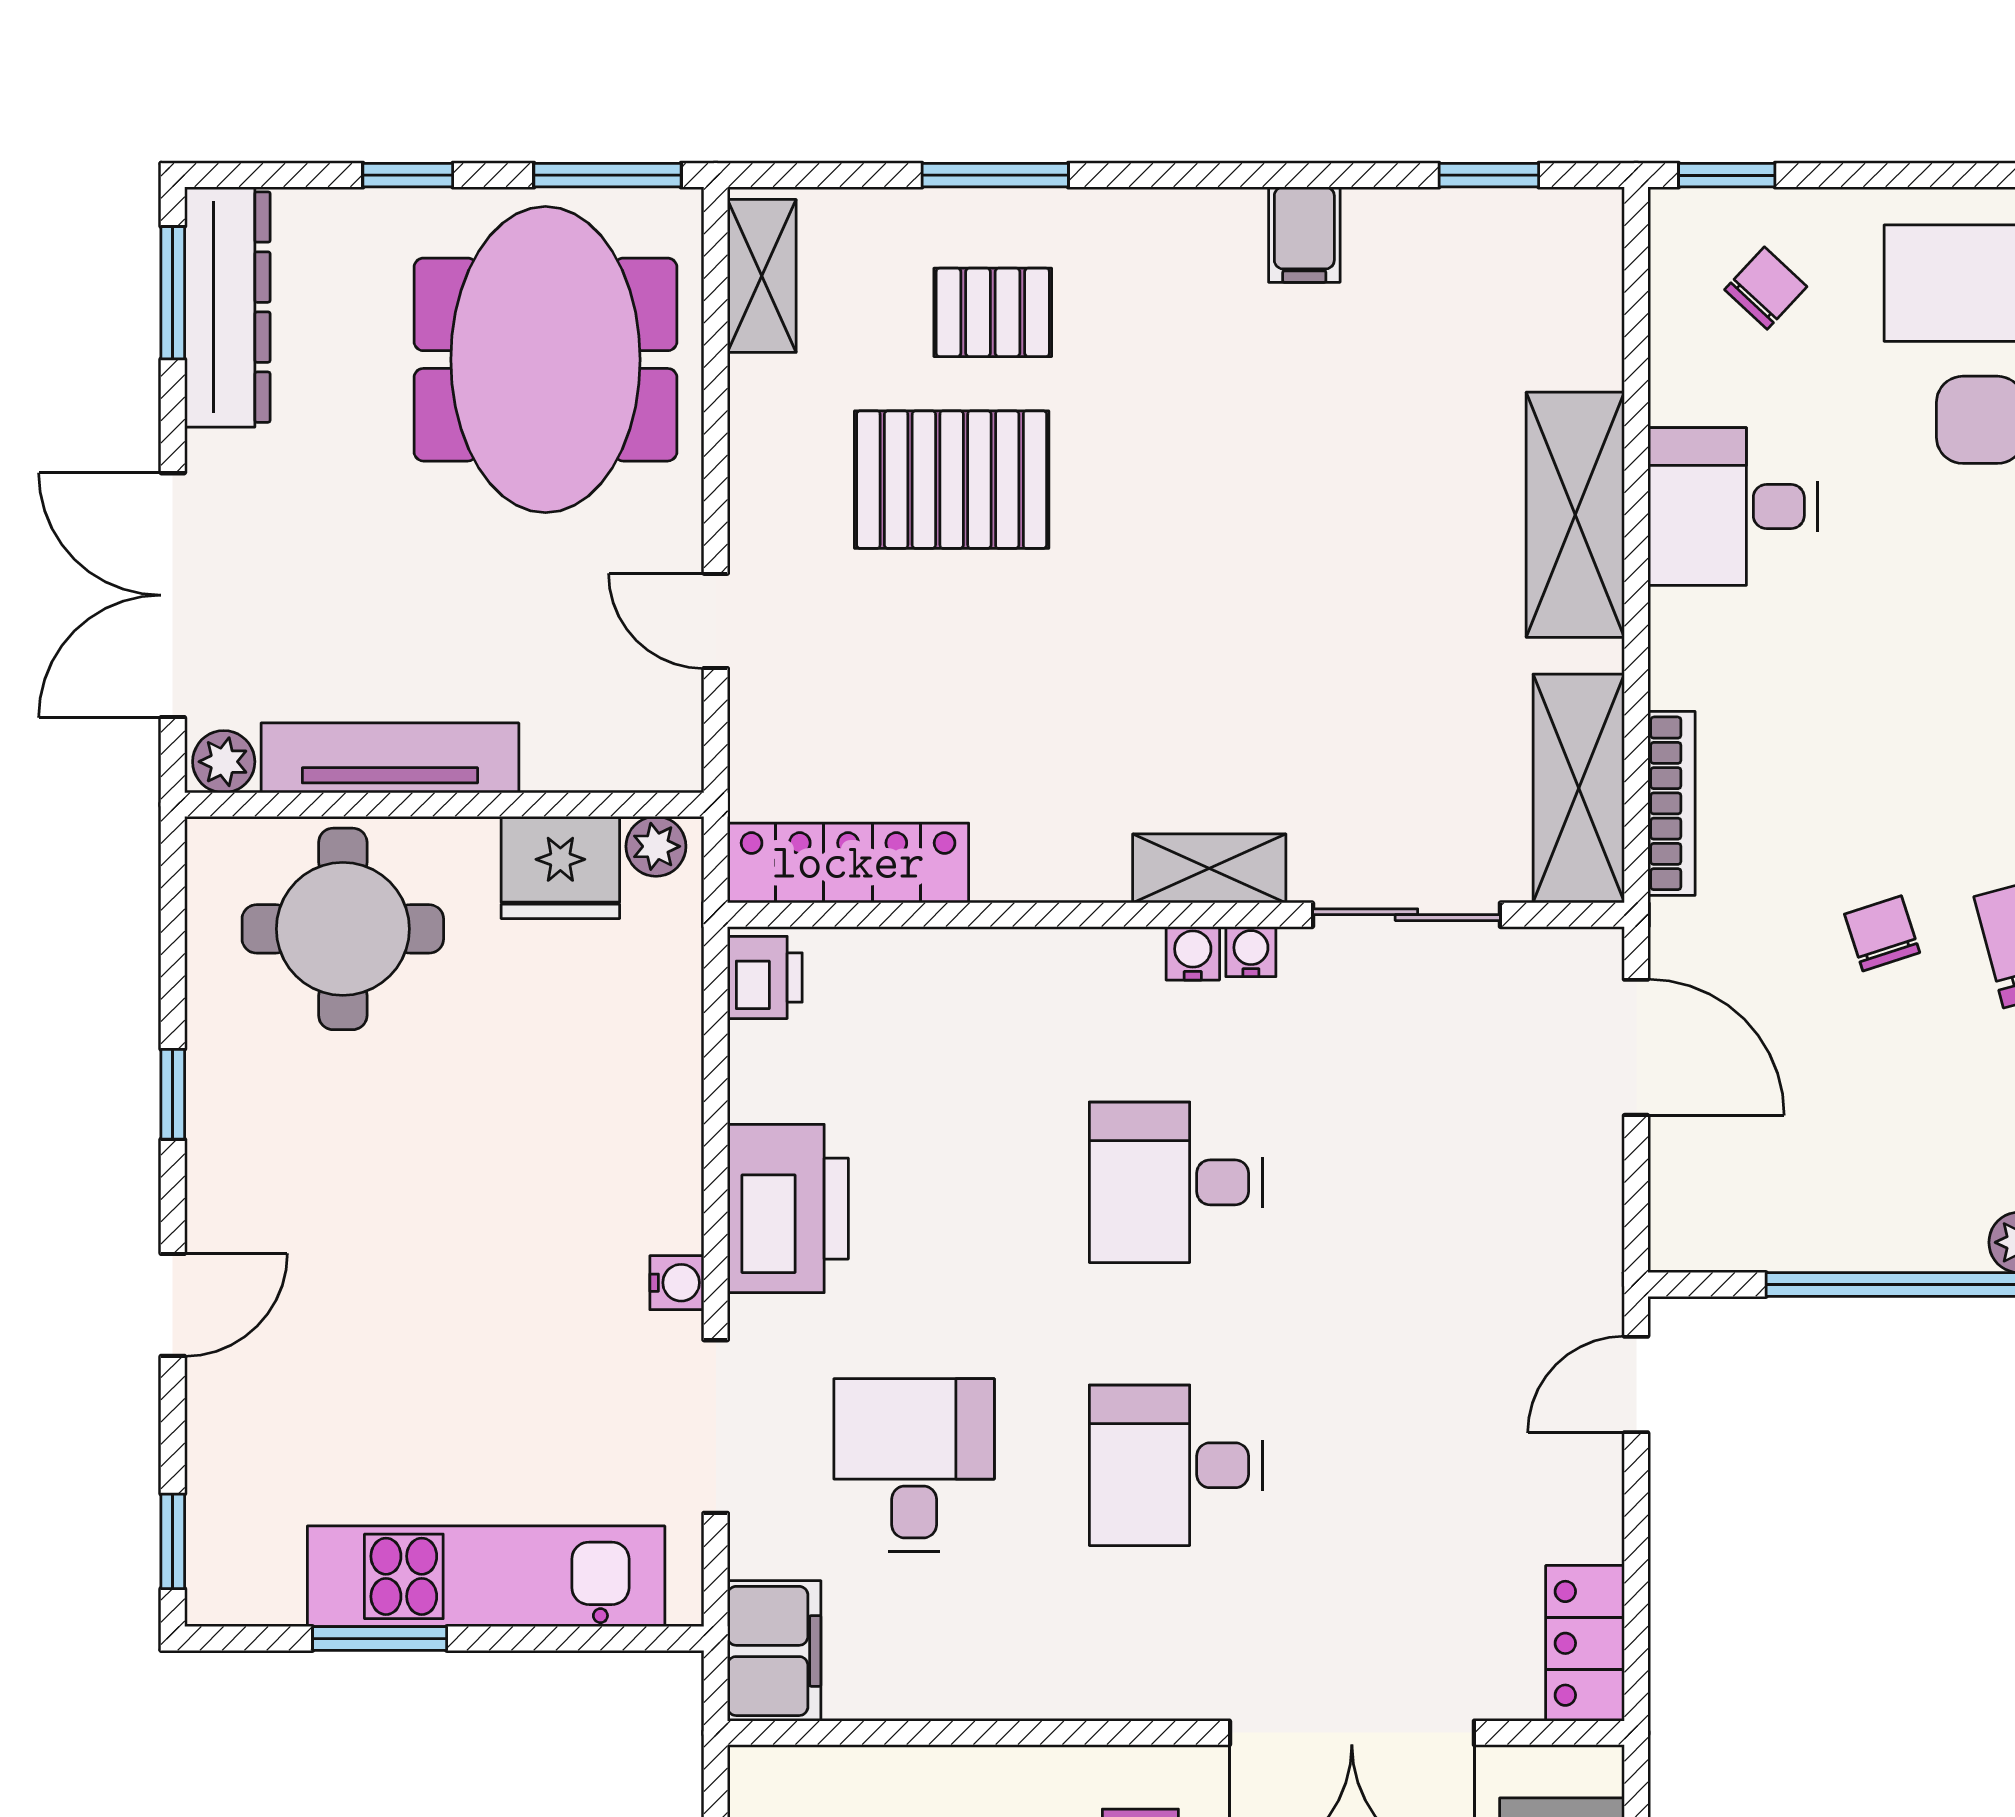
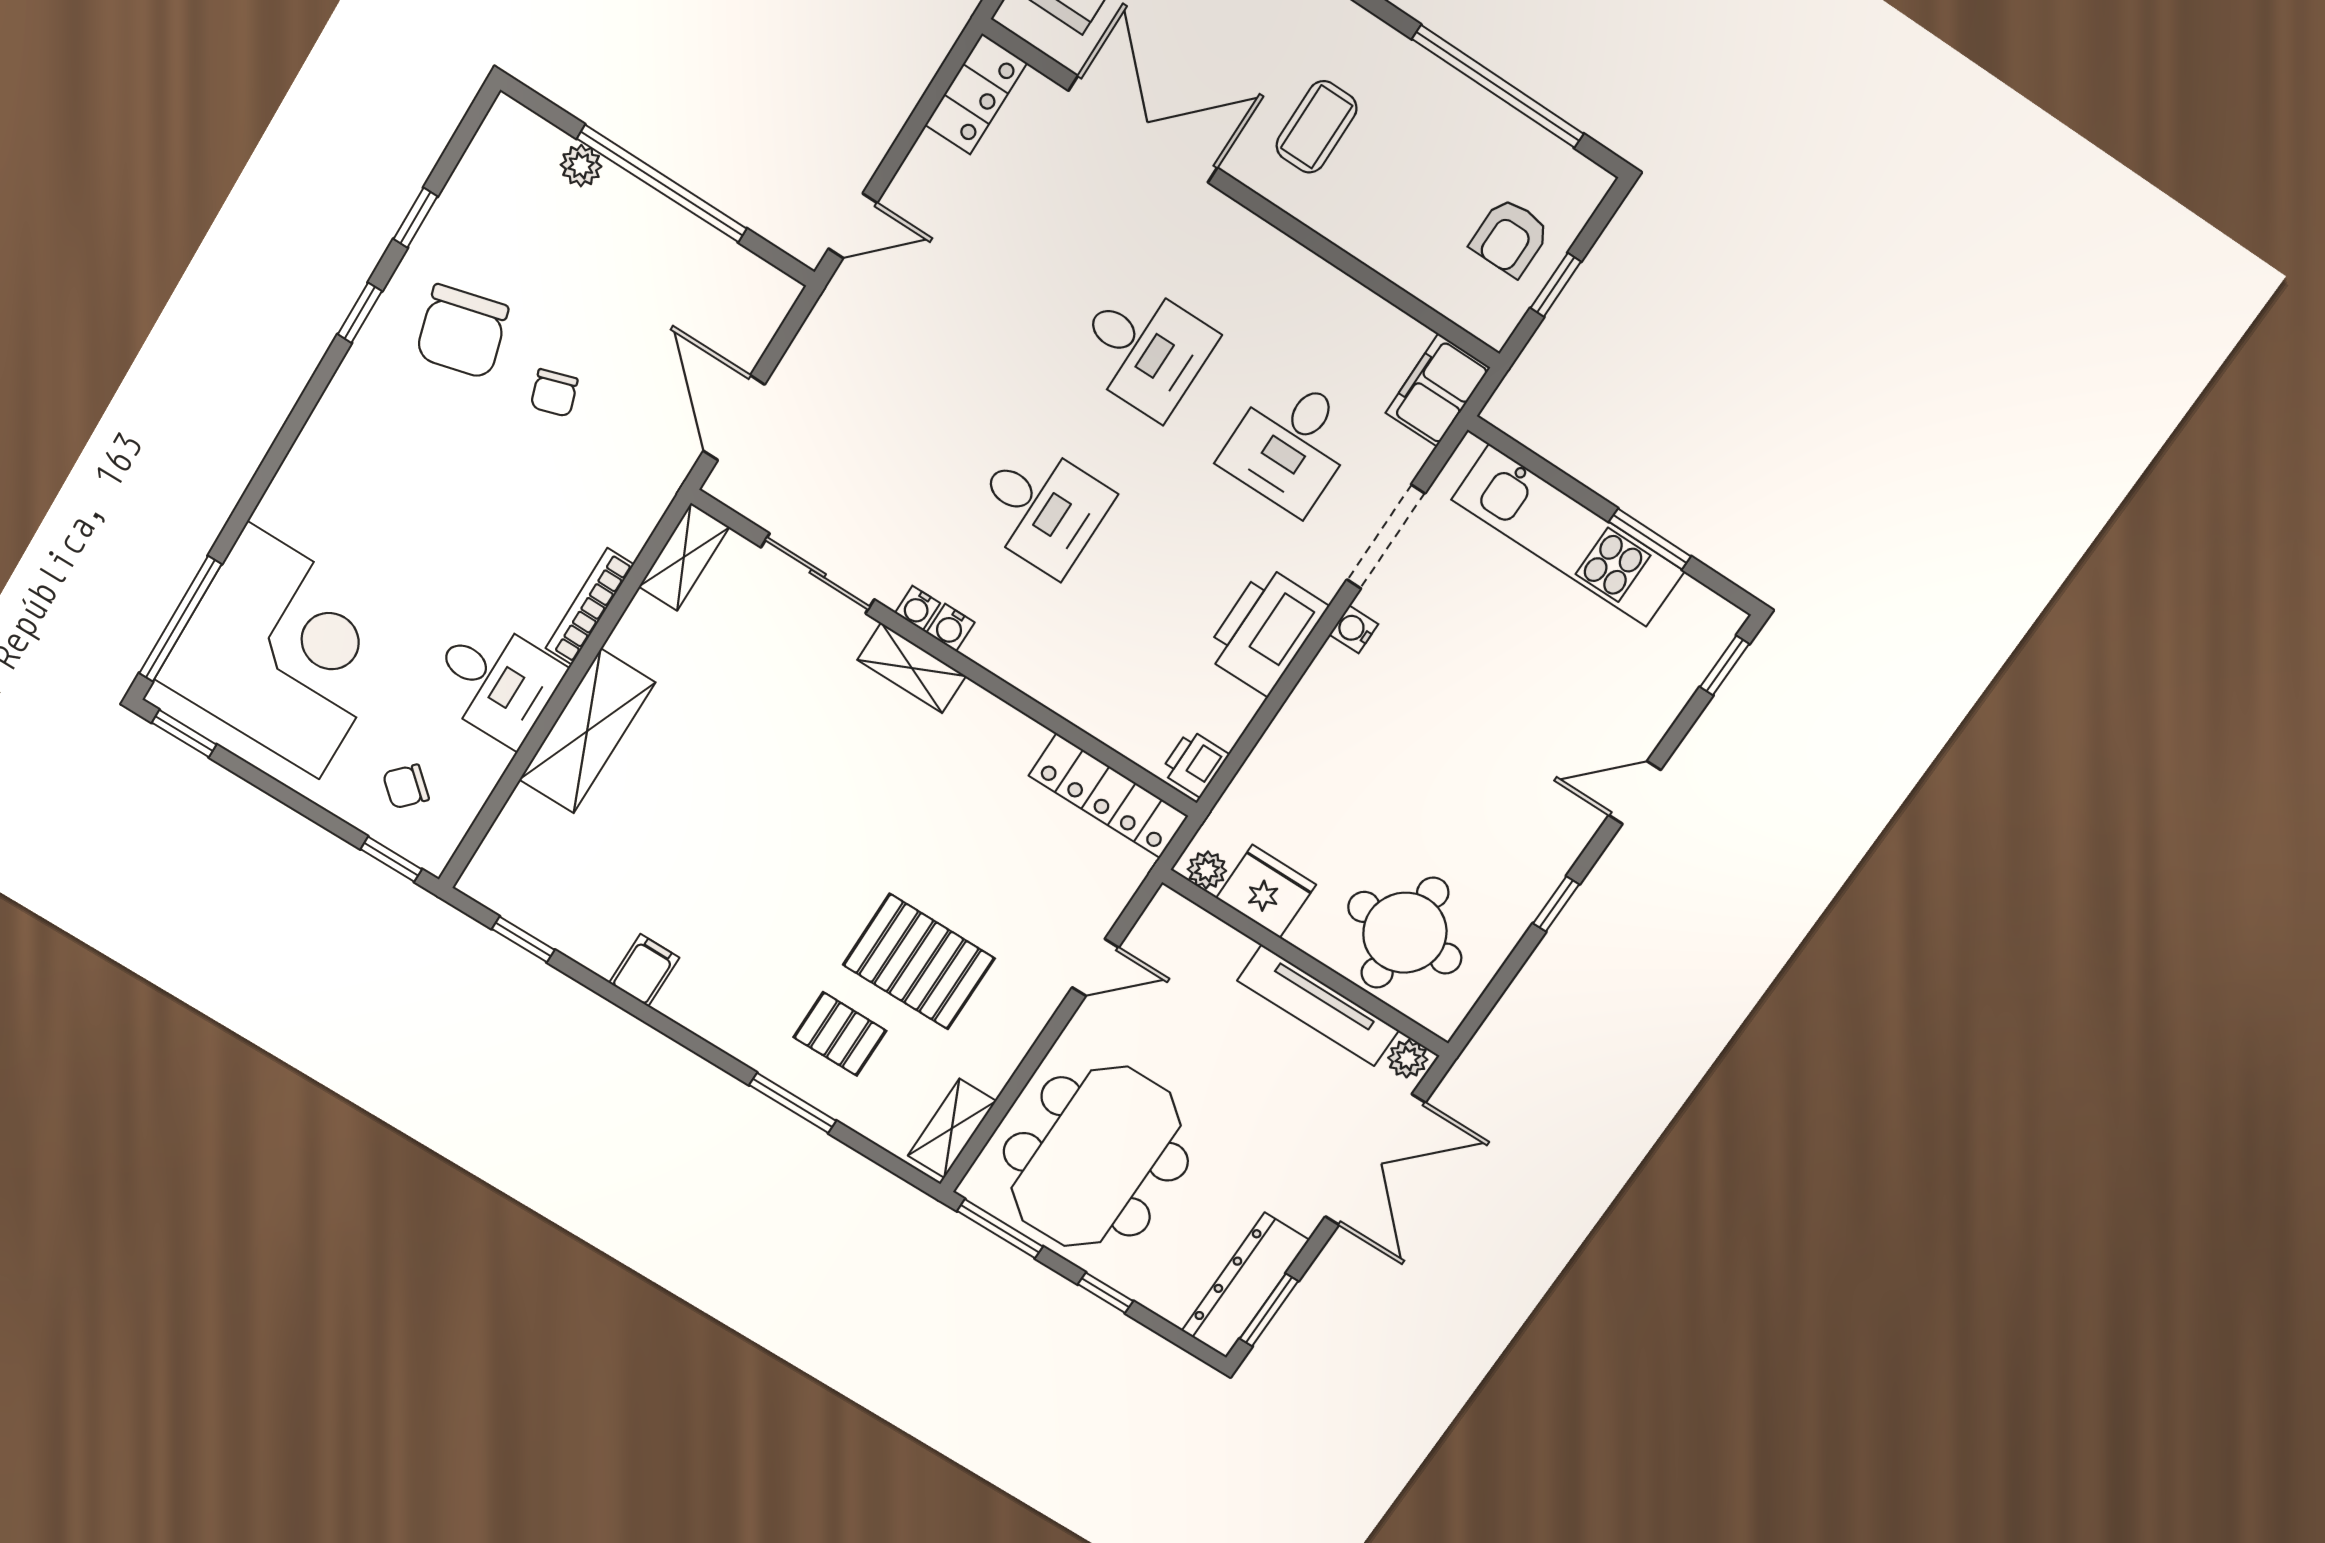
door: (716, 621) -> (1095, 967), hinge flipped
shelving: (1579, 788) -> (684, 557), width x0.67, depth x0.75
bookcase: (1671, 803) -> (590, 606), moved

